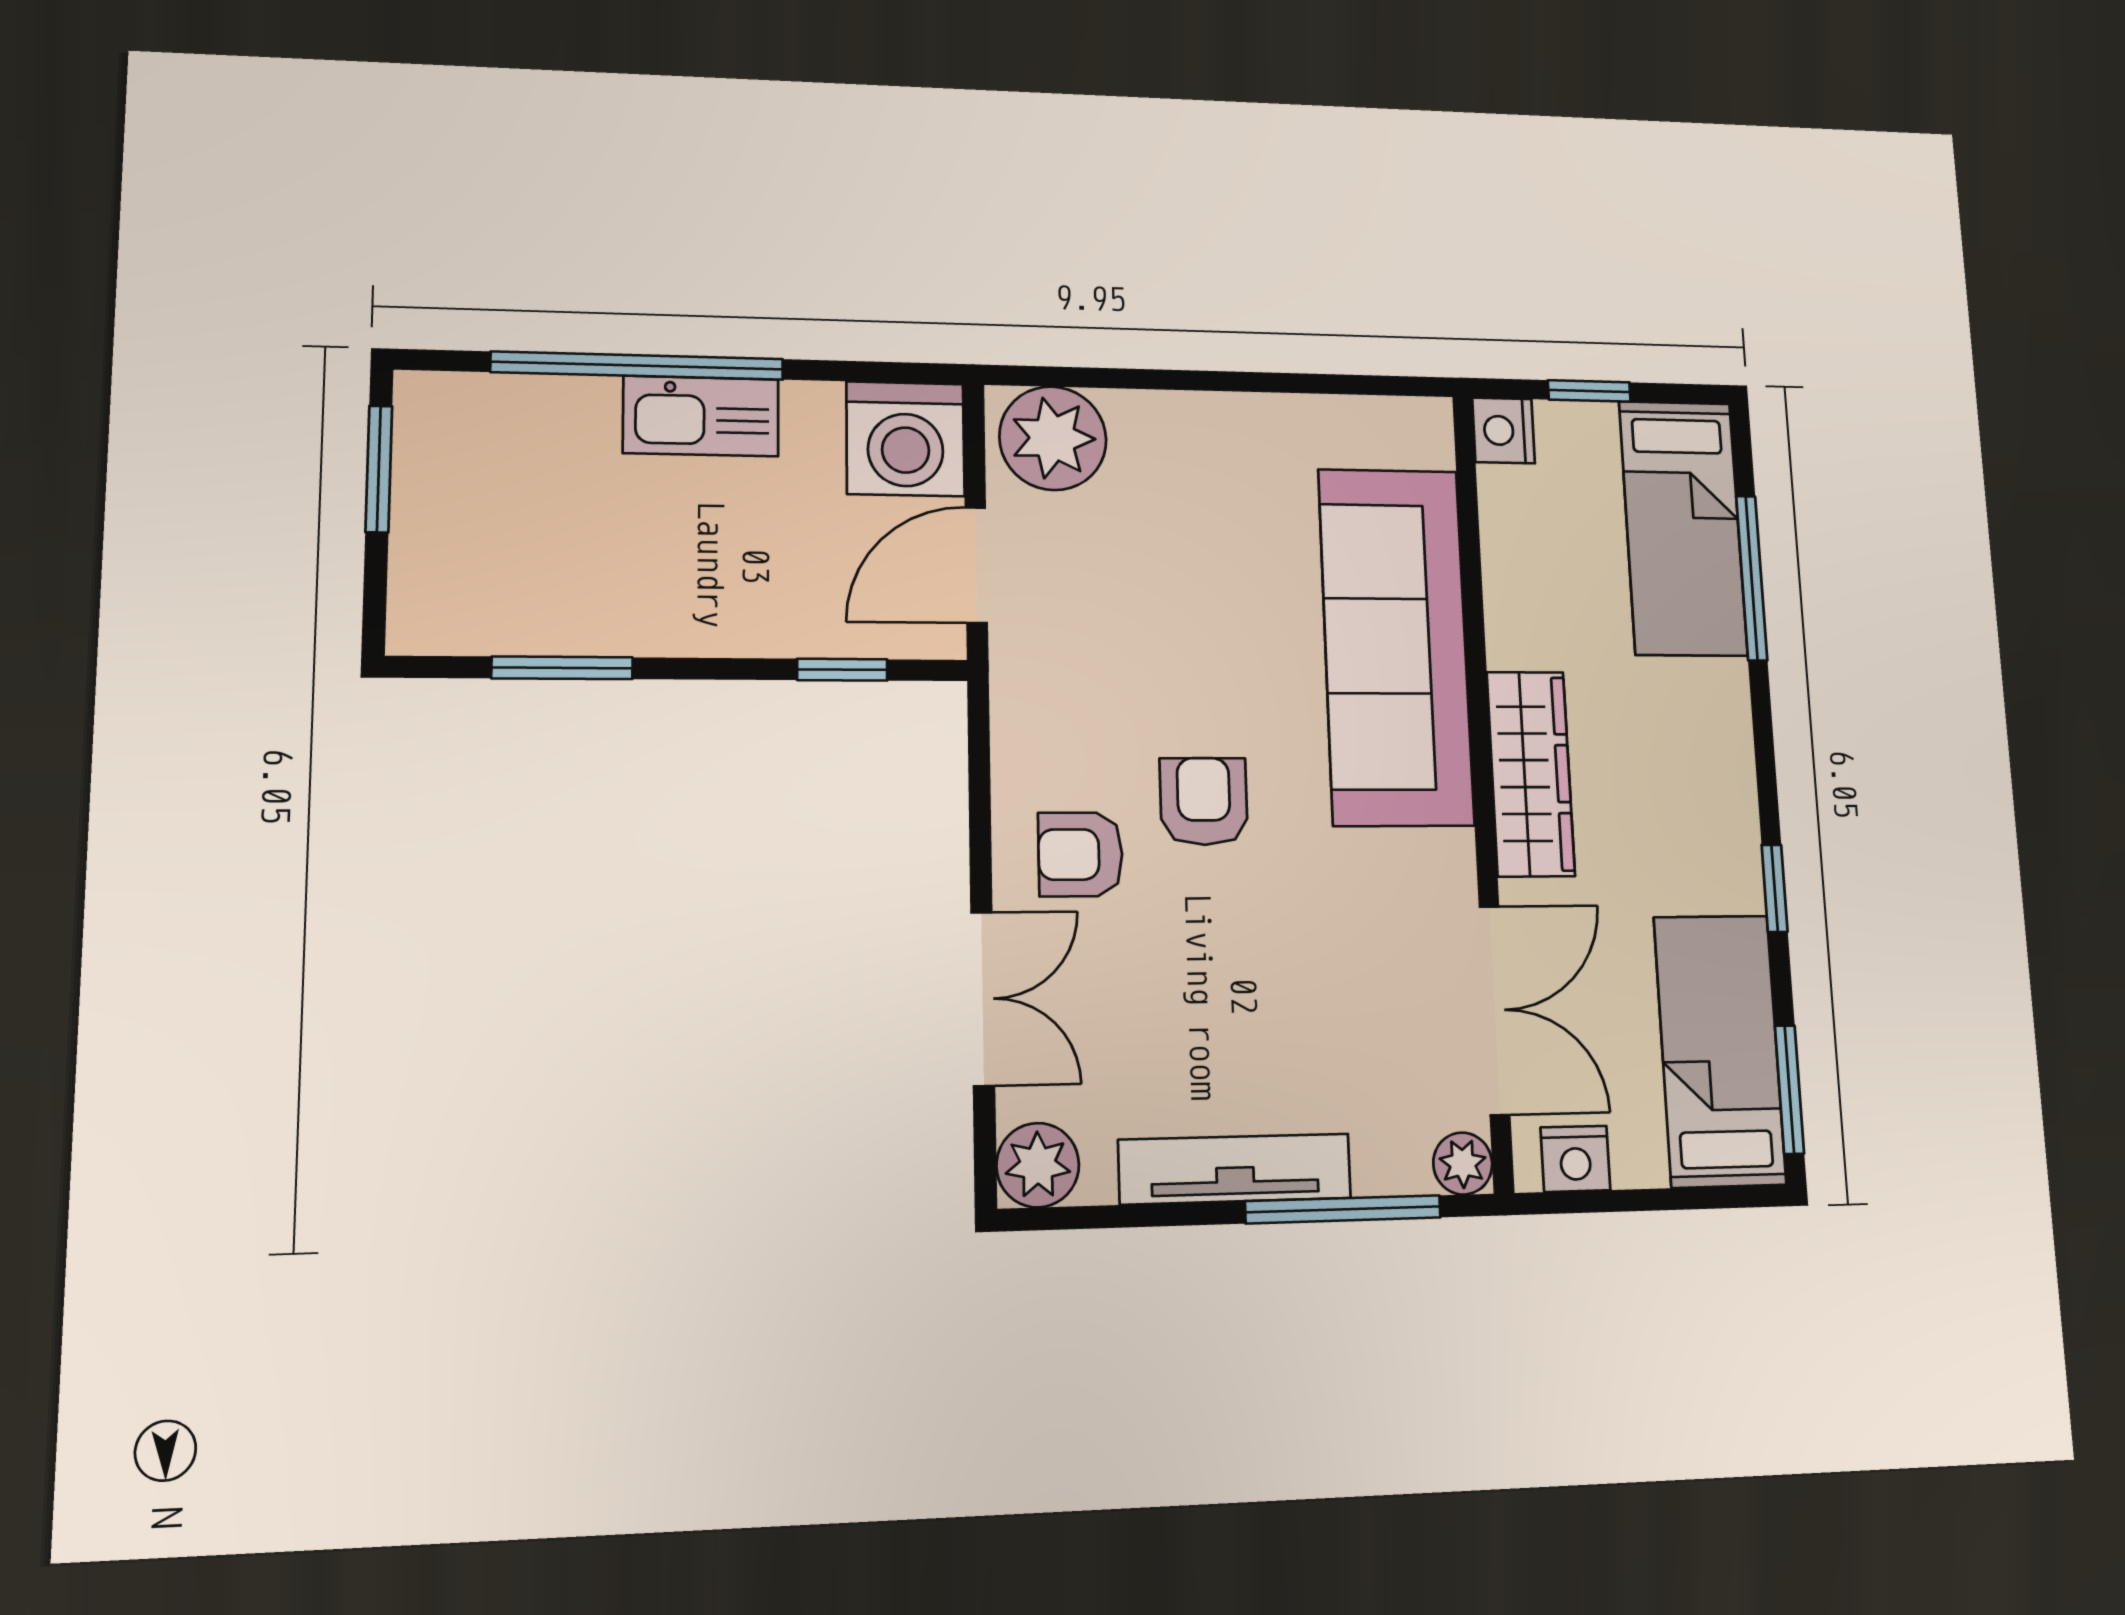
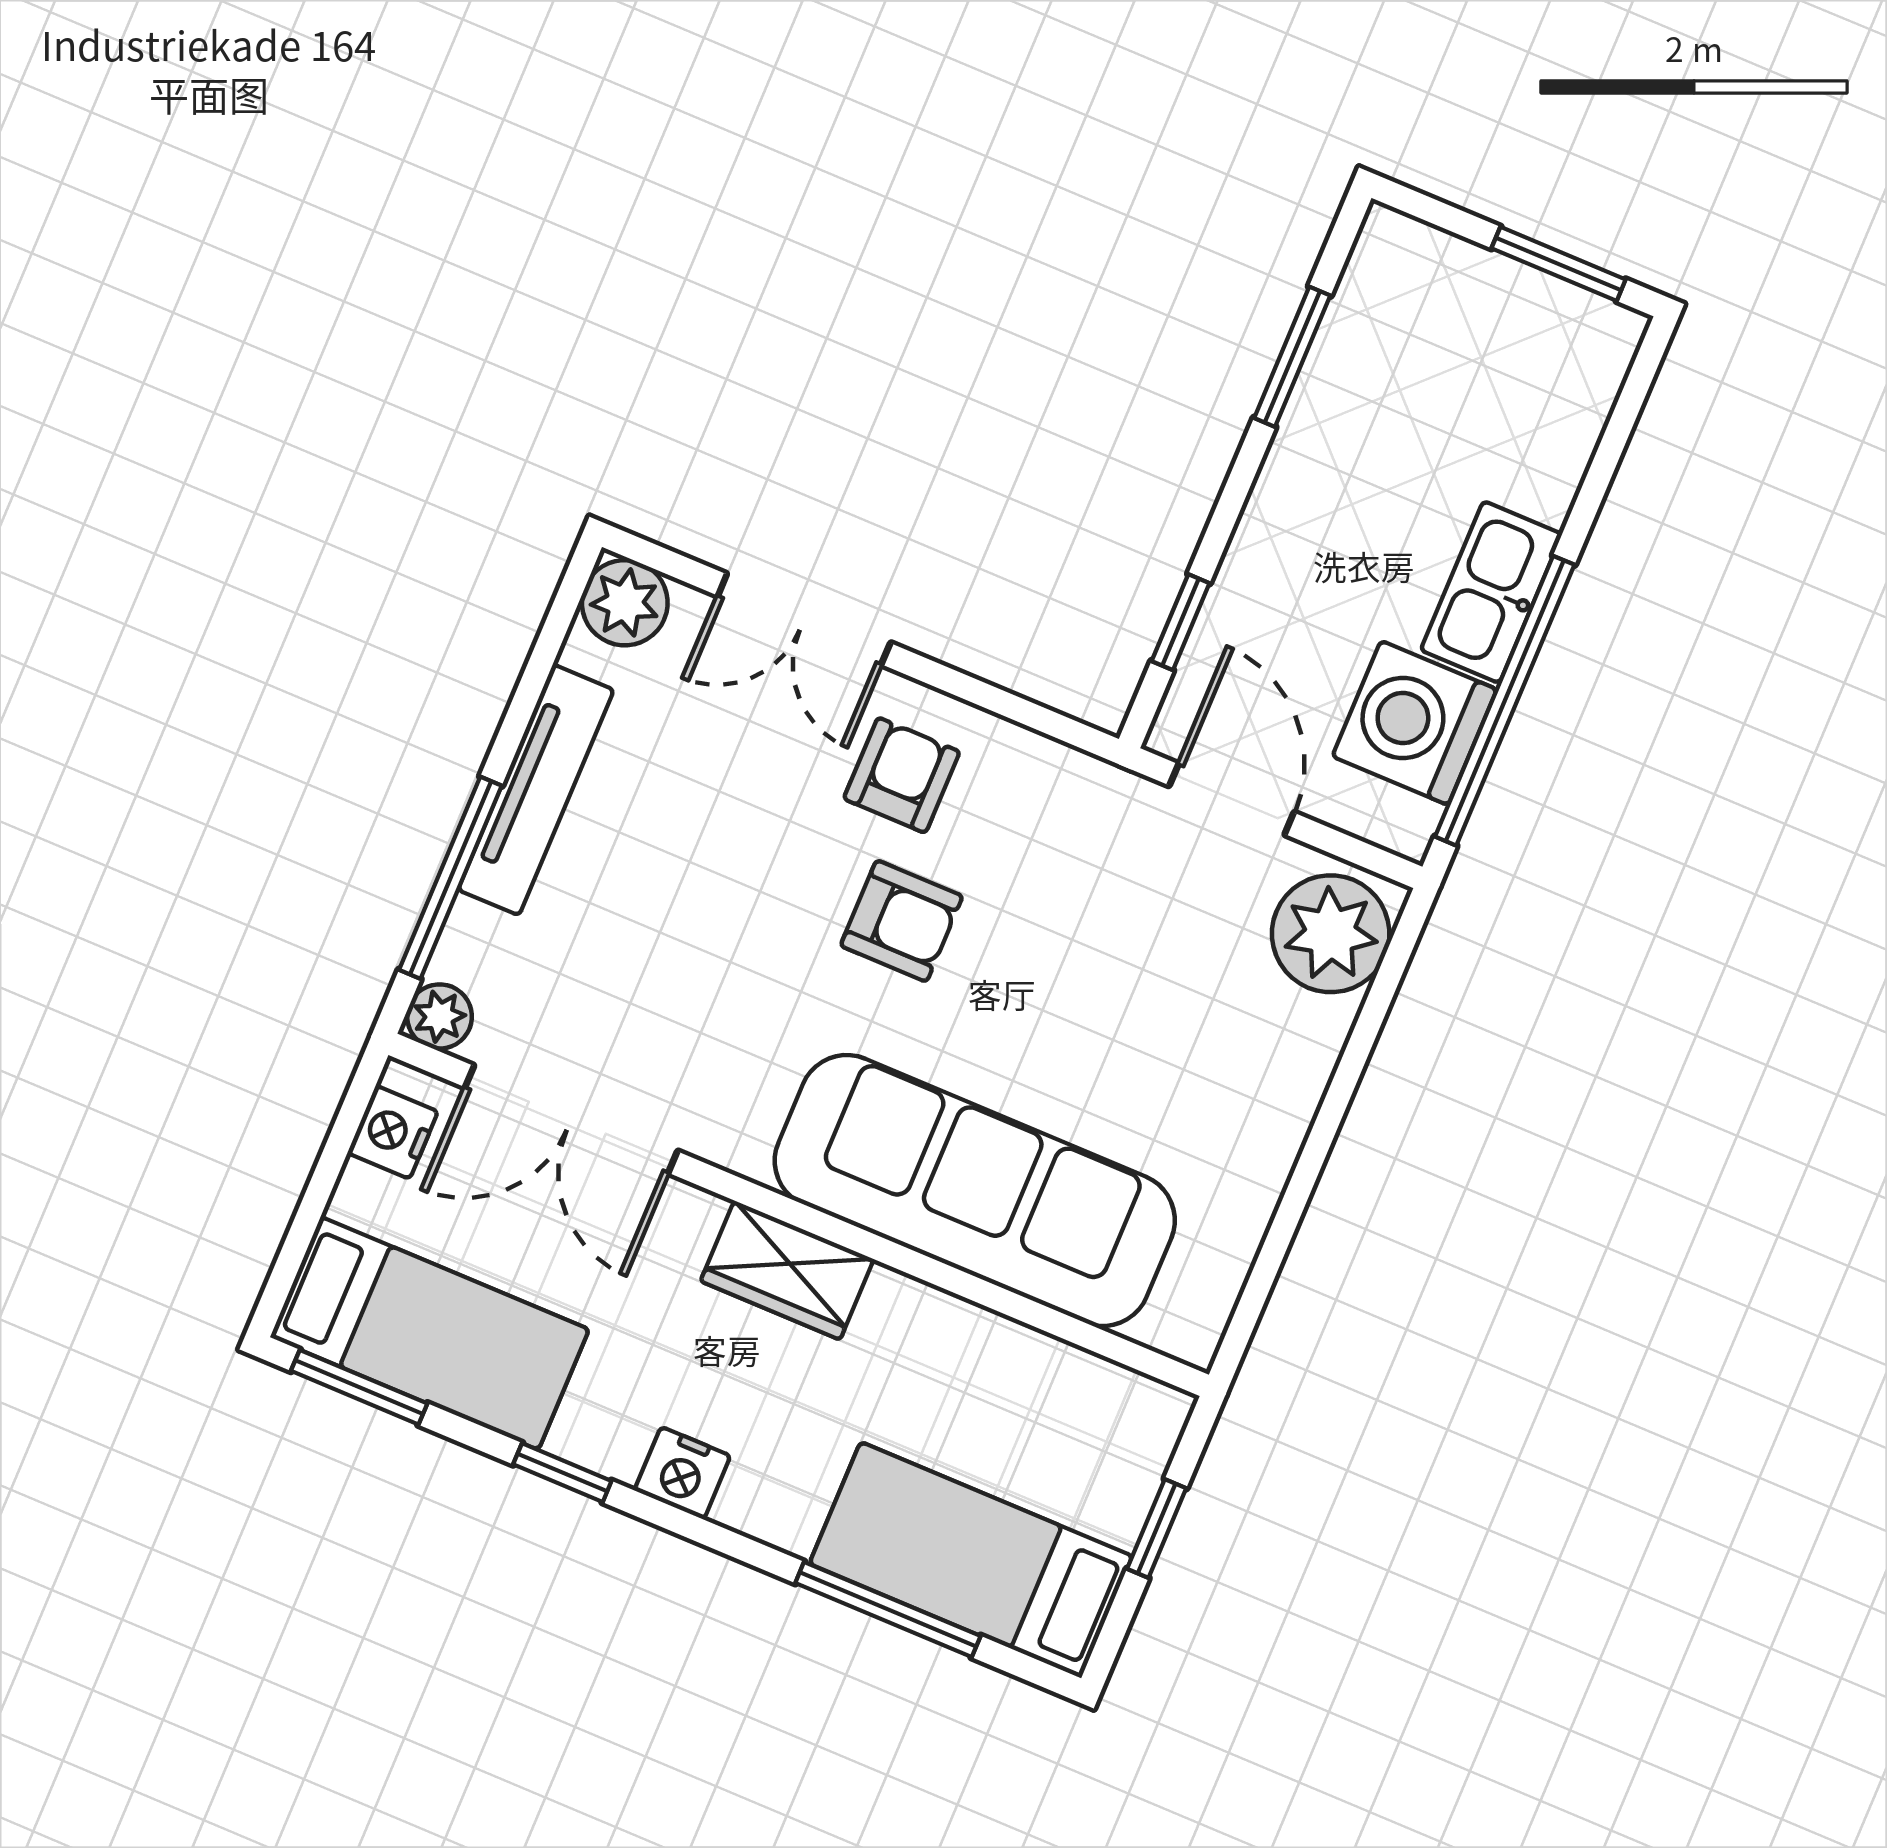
window: (638, 366) -> (1505, 701), moved
nightstand: (1503, 430) -> (682, 1473), moved, turned 180
washing machine: (905, 439) -> (1415, 723), moved
wardrobe: (1531, 774) -> (787, 1270), width x0.67

